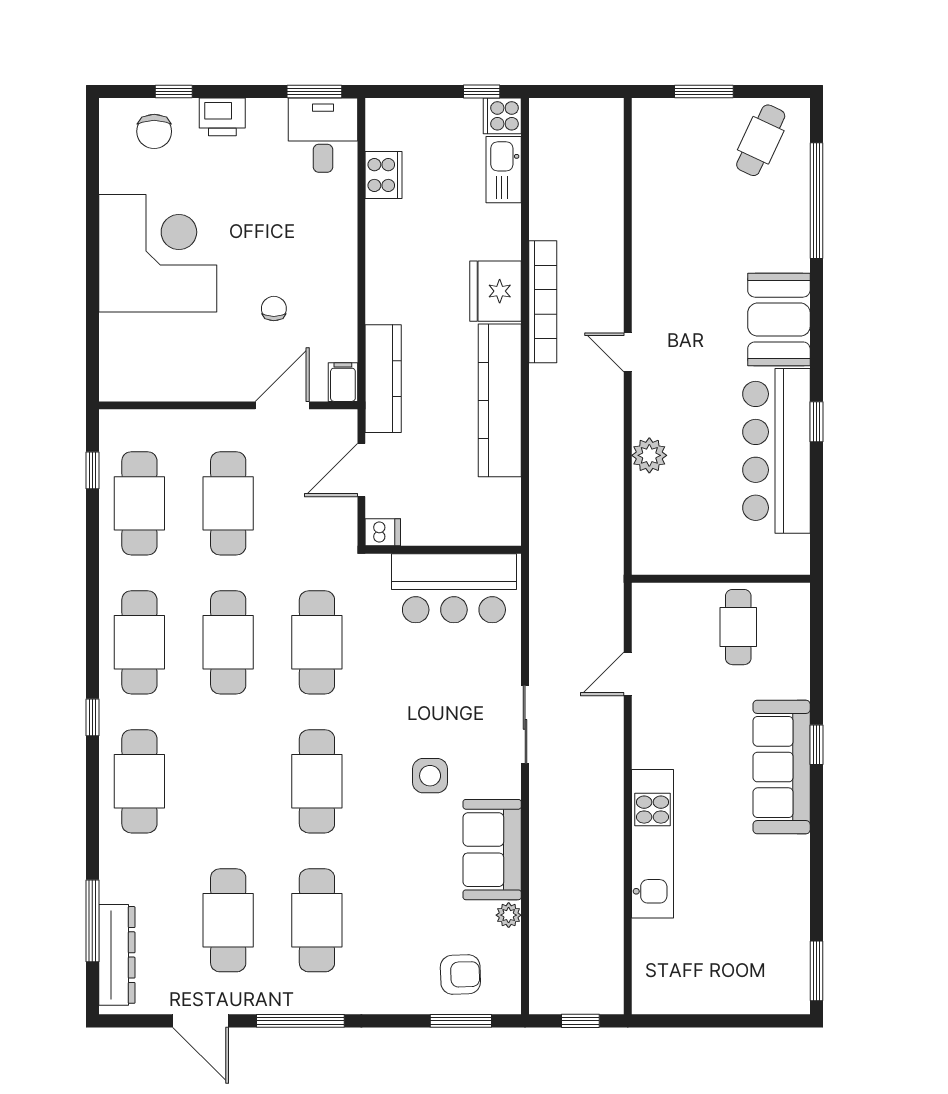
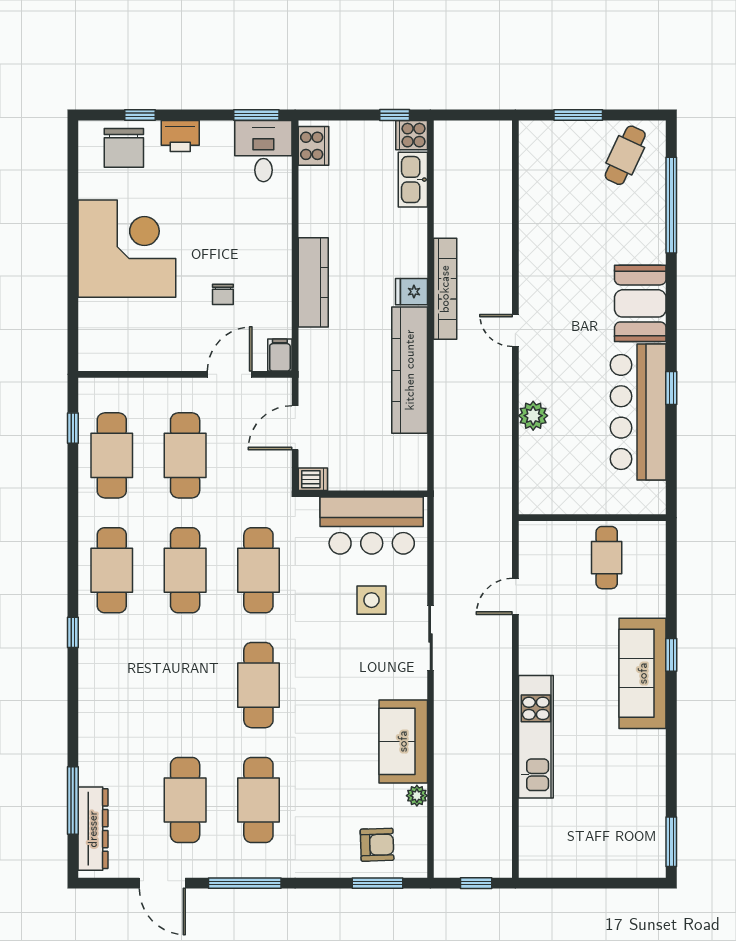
chair: (154, 131) -> (124, 148), width x1.37, depth x1.37
cooker: (384, 175) -> (313, 146), moved
fridge: (496, 291) -> (411, 292), width x0.53, depth x0.75
chair: (274, 309) -> (223, 294), turned 180
kitchen counter: (383, 379) -> (313, 282), moved
side table: (430, 776) -> (371, 600), moved
cafe table: (139, 781) -> (112, 685), removed

